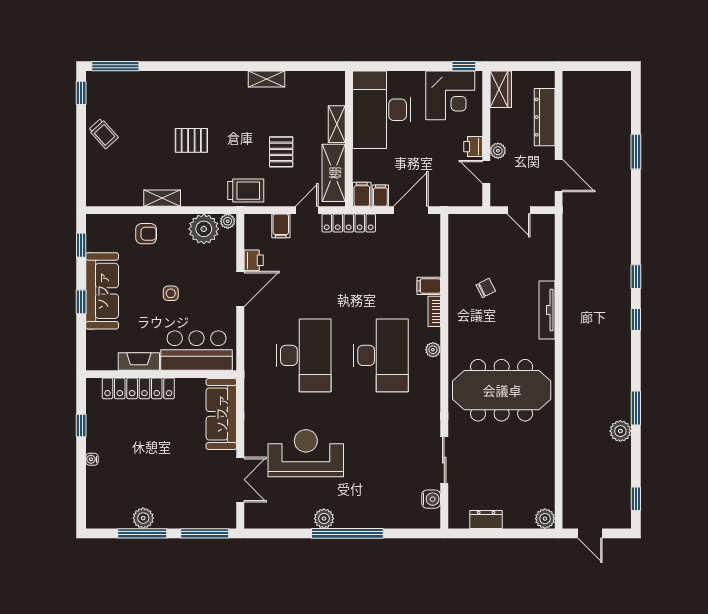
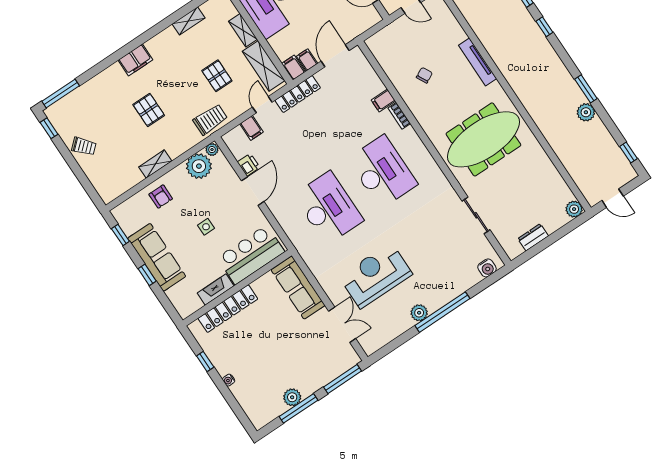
shelving: (267, 79) -> (188, 21), moved
filing cabinet: (211, 82) -> (135, 60), added
pallet: (191, 140) -> (149, 110), turned 90
armchair: (146, 234) -> (161, 197), turned 90
plant: (433, 350) -> (416, 143), removed
water cooler: (431, 499) -> (487, 268), moved, turned 90

